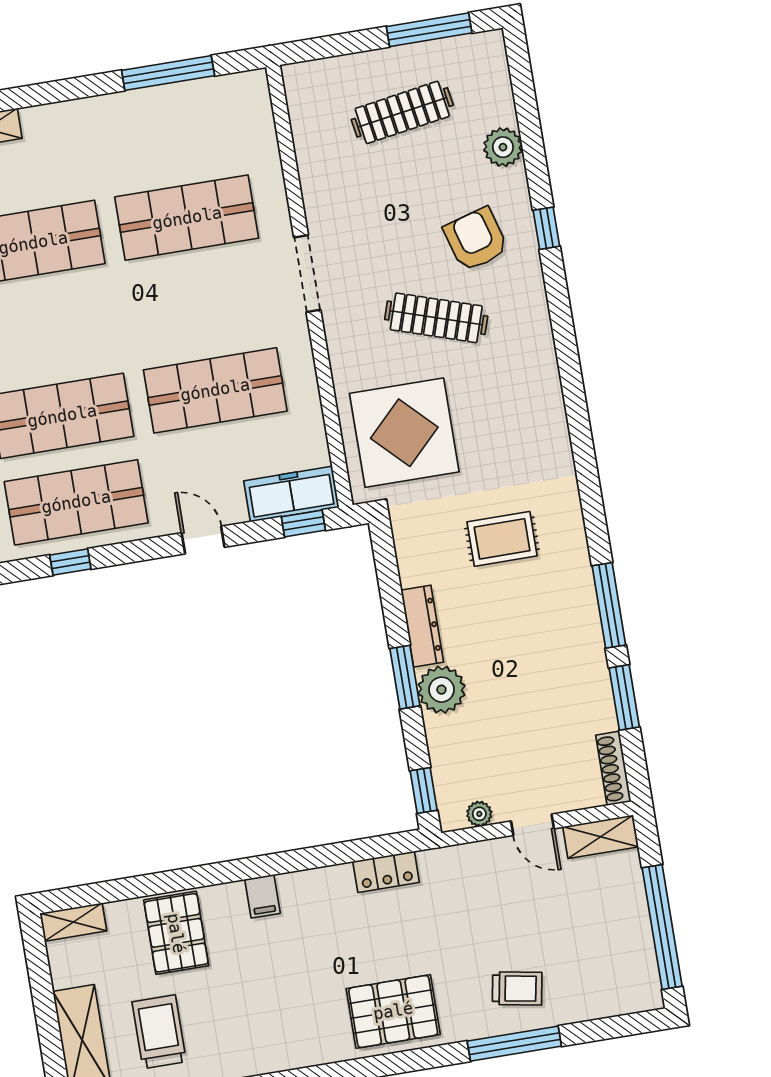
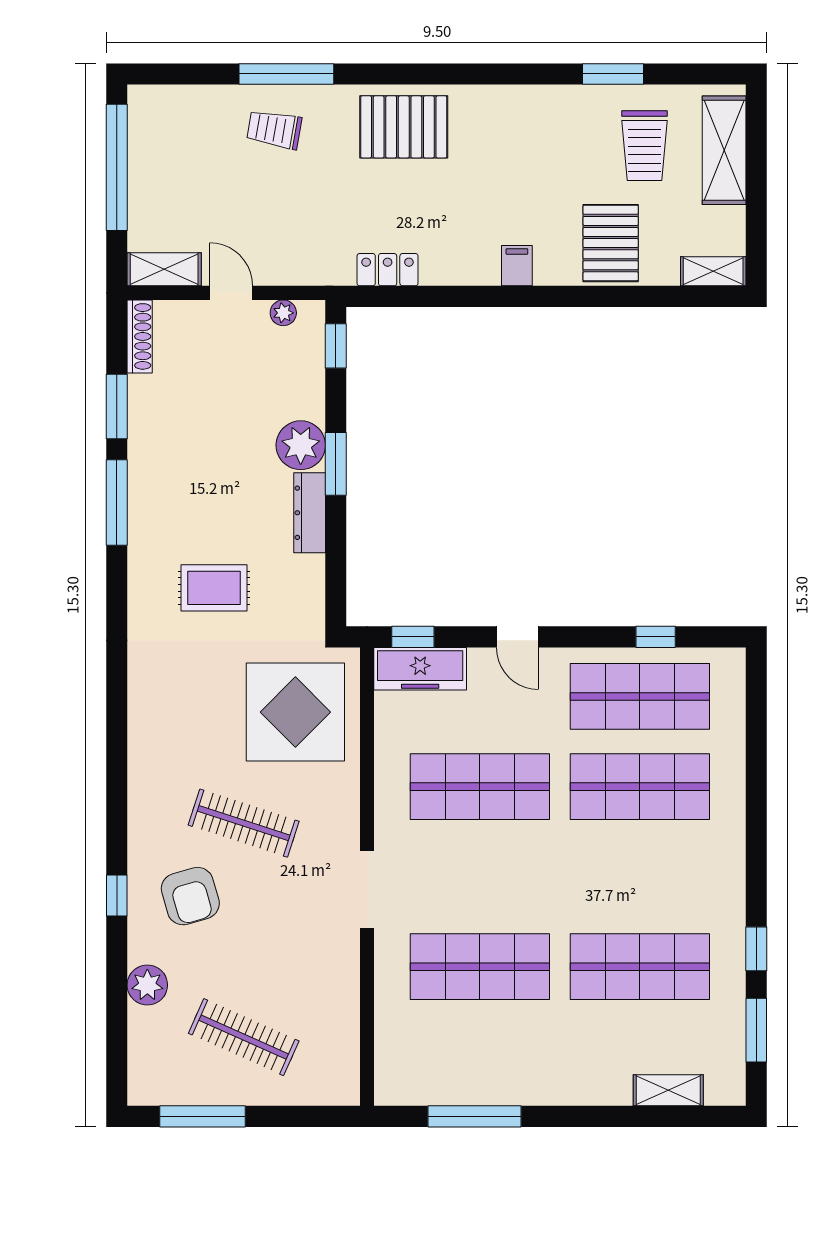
clothes rail: (402, 112) -> (244, 1037), turned 33

